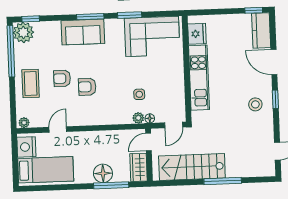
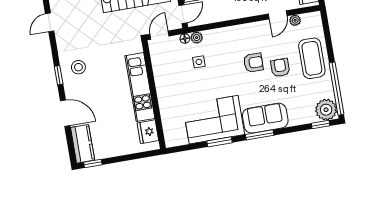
corner sofa: (152, 36) -> (214, 120), moved
armchair: (62, 78) -> (280, 68), turned -90
coffee table: (31, 83) -> (312, 58), width x1.36, depth x1.32
plant: (24, 123) -> (295, 20), moved

